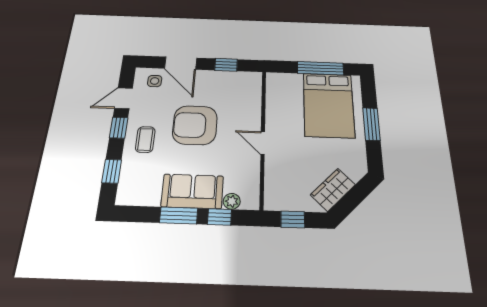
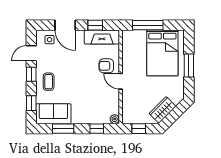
window: (320, 68) -> (148, 25), moved
fireplace: (235, 80) -> (102, 37), added
armchair: (195, 125) -> (106, 66), moved, width x0.53, depth x0.53
sofa: (192, 191) -> (53, 114), moved
plant: (232, 201) -> (115, 119), moved
window: (179, 216) -> (63, 129), moved

